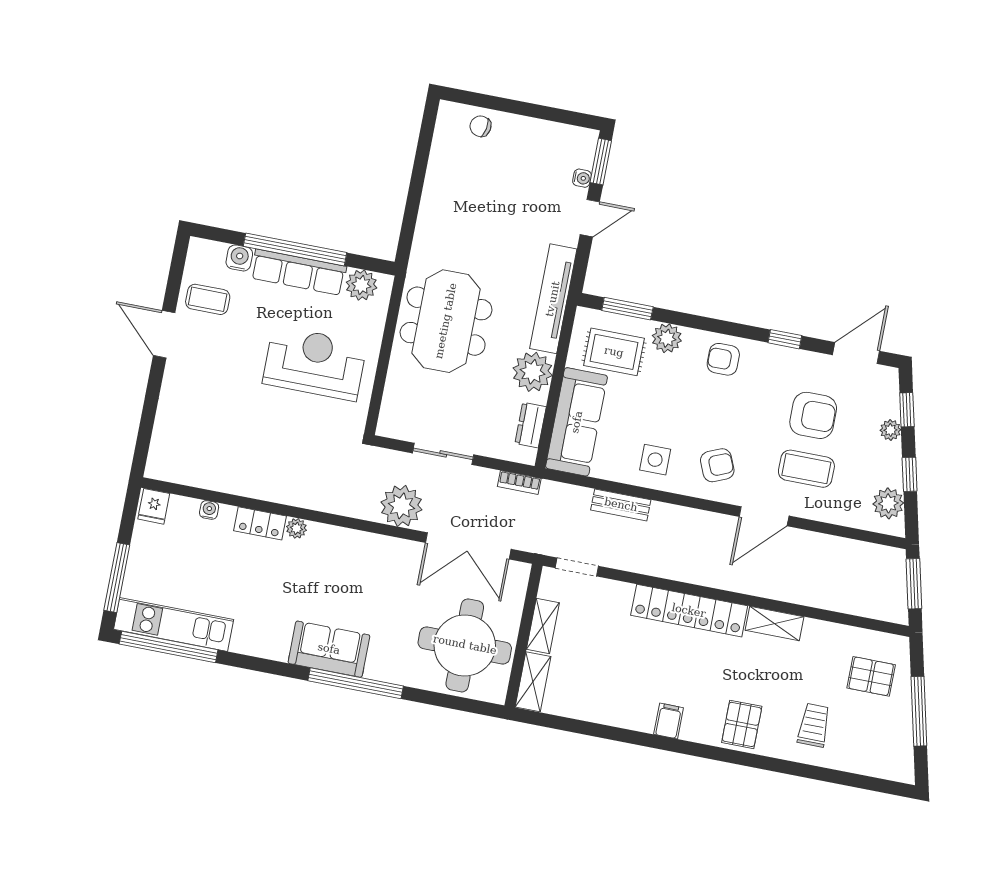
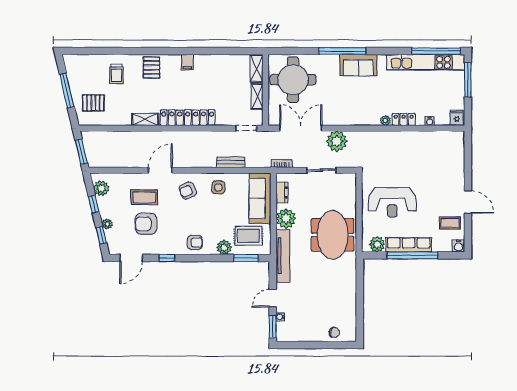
water cooler: (239, 258) -> (459, 246), moved
kitchen unit: (174, 624) -> (426, 62), width x1.36

